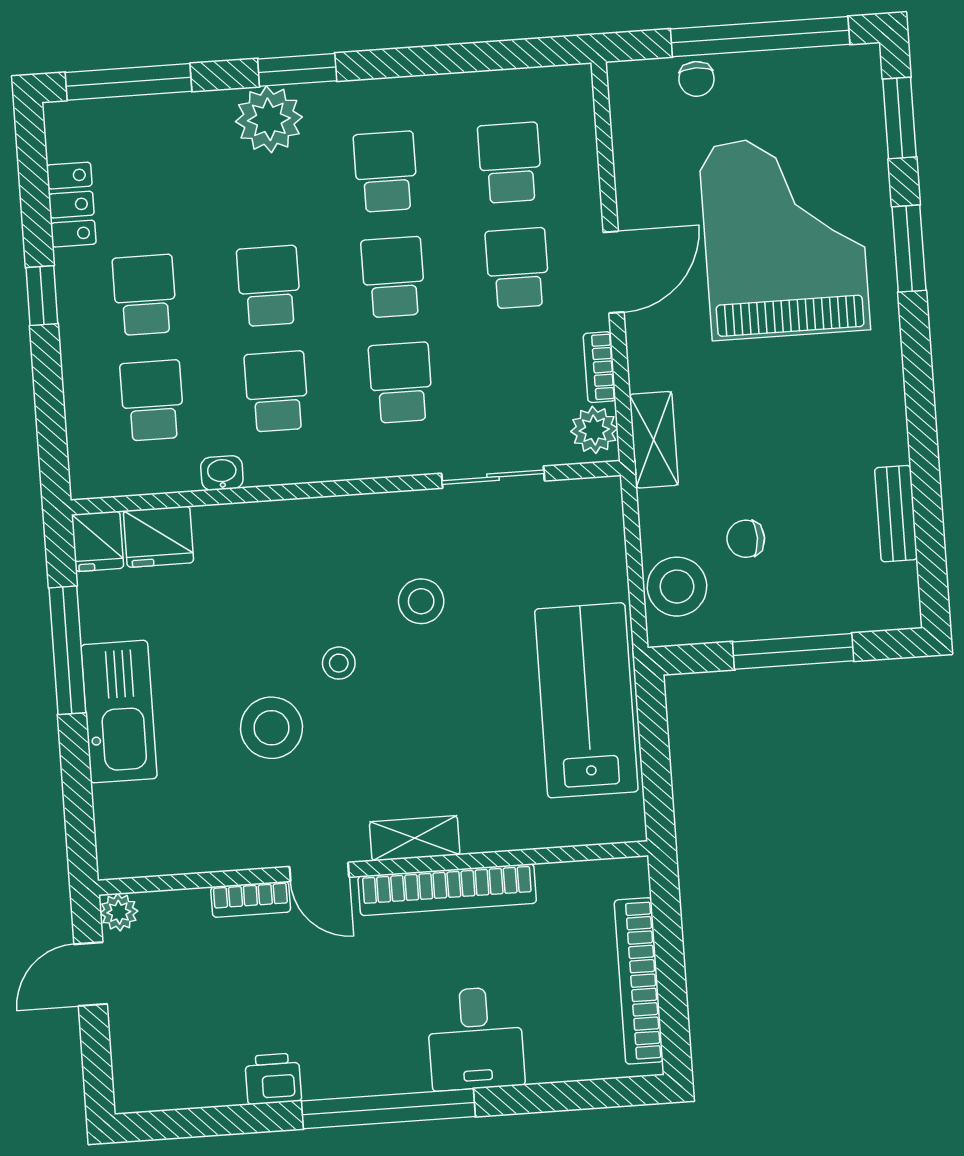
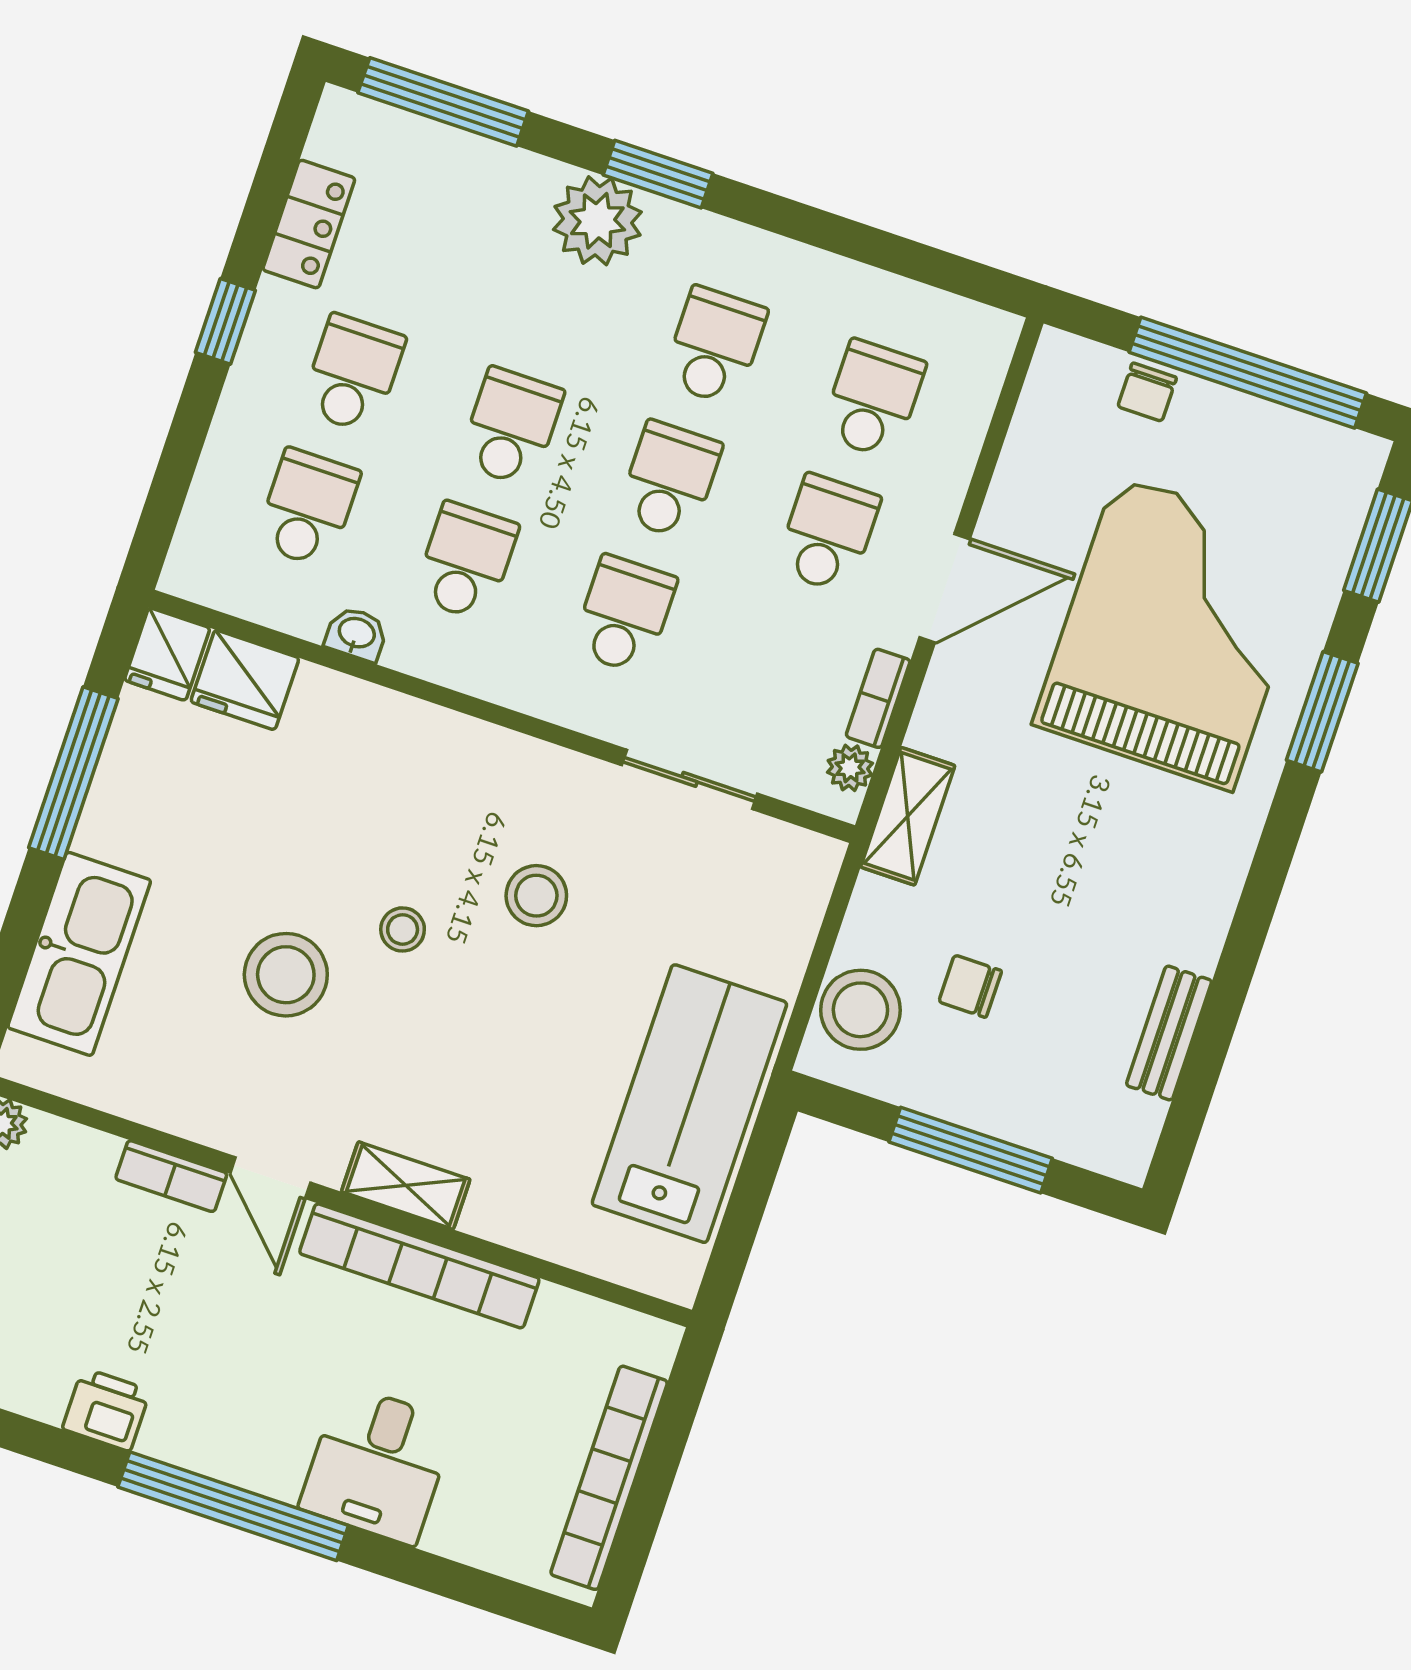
plant: (594, 430) -> (850, 768), width x0.73, depth x0.73
kitchen sink: (119, 712) -> (79, 954), moved

